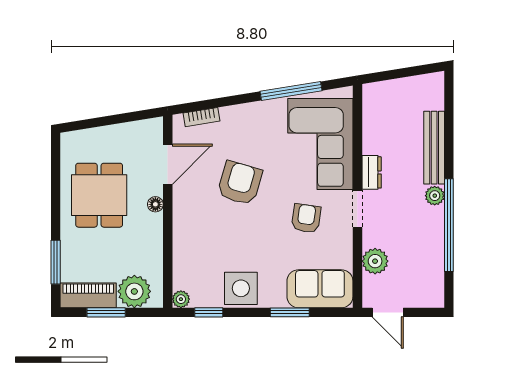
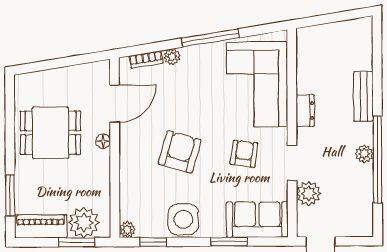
window: (291, 91) -> (210, 38), moved
plant: (229, 114) -> (172, 57), added
bench: (434, 148) -> (363, 96), width x0.73
armchair: (240, 183) -> (180, 152), moved
dining table: (99, 195) -> (51, 133), turned 90
plant: (435, 196) -> (364, 154), moved
doorway: (357, 209) -> (292, 163), moved
window: (106, 312) -> (77, 242), moved

